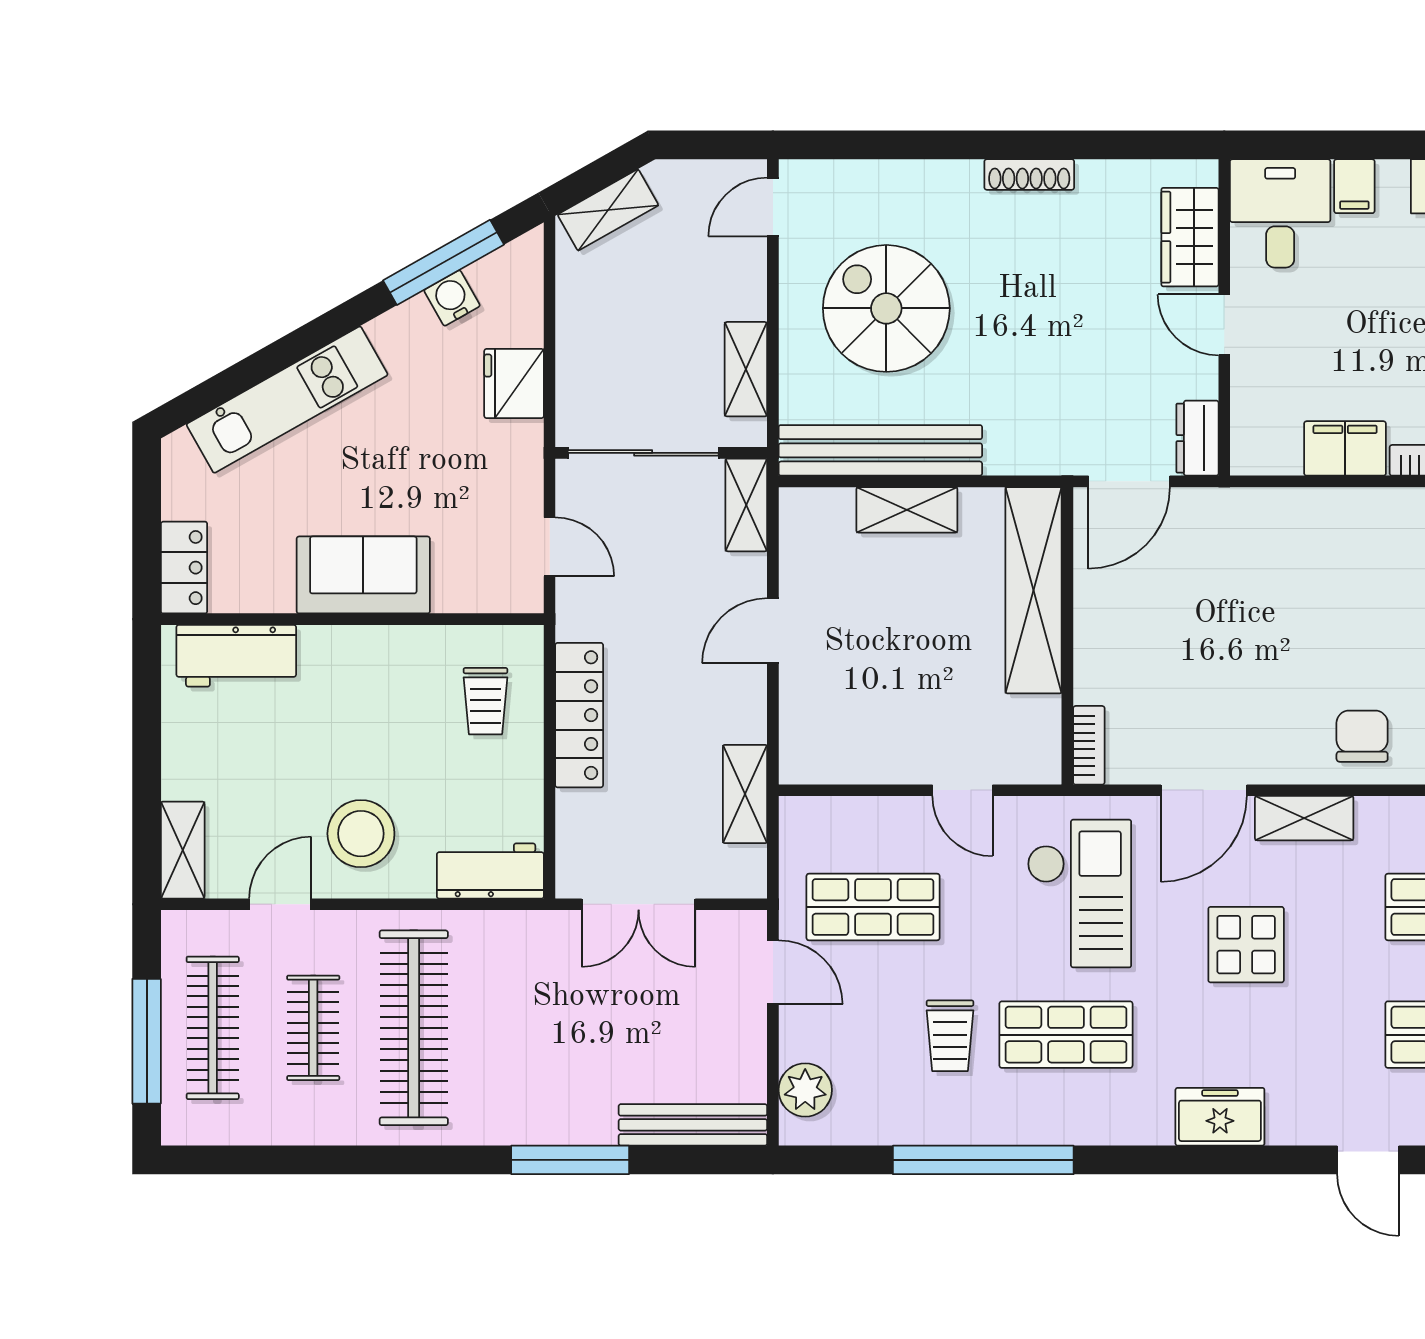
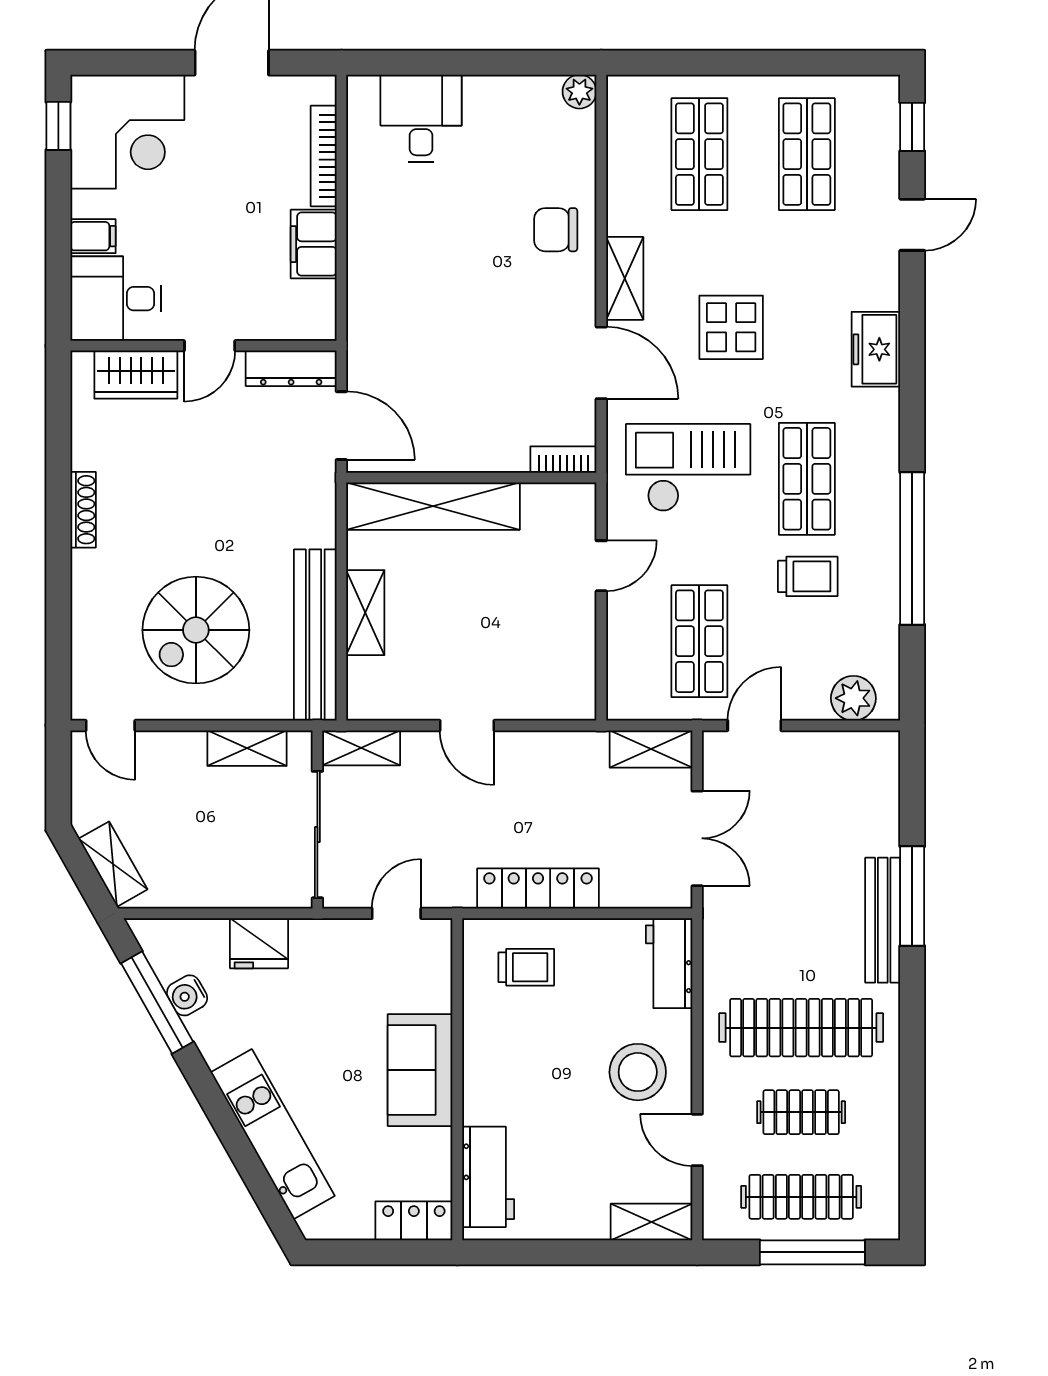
dresser: (1197, 438) -> (291, 368), width x1.44
shelving: (745, 794) -> (651, 749), moved
bench: (693, 1125) -> (883, 920), moved

